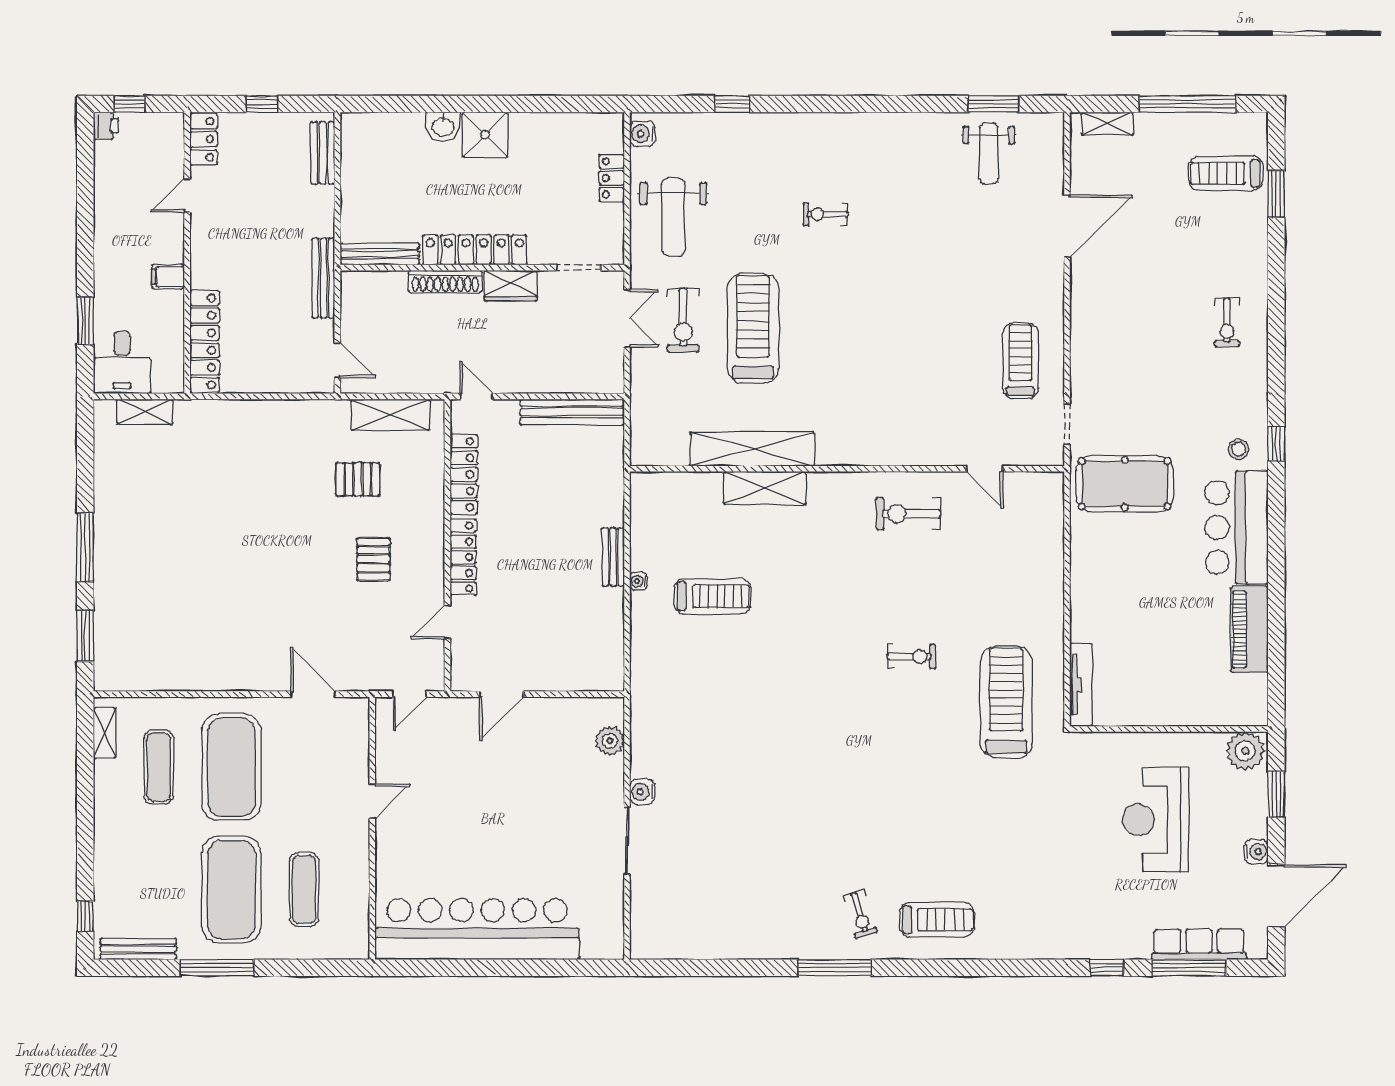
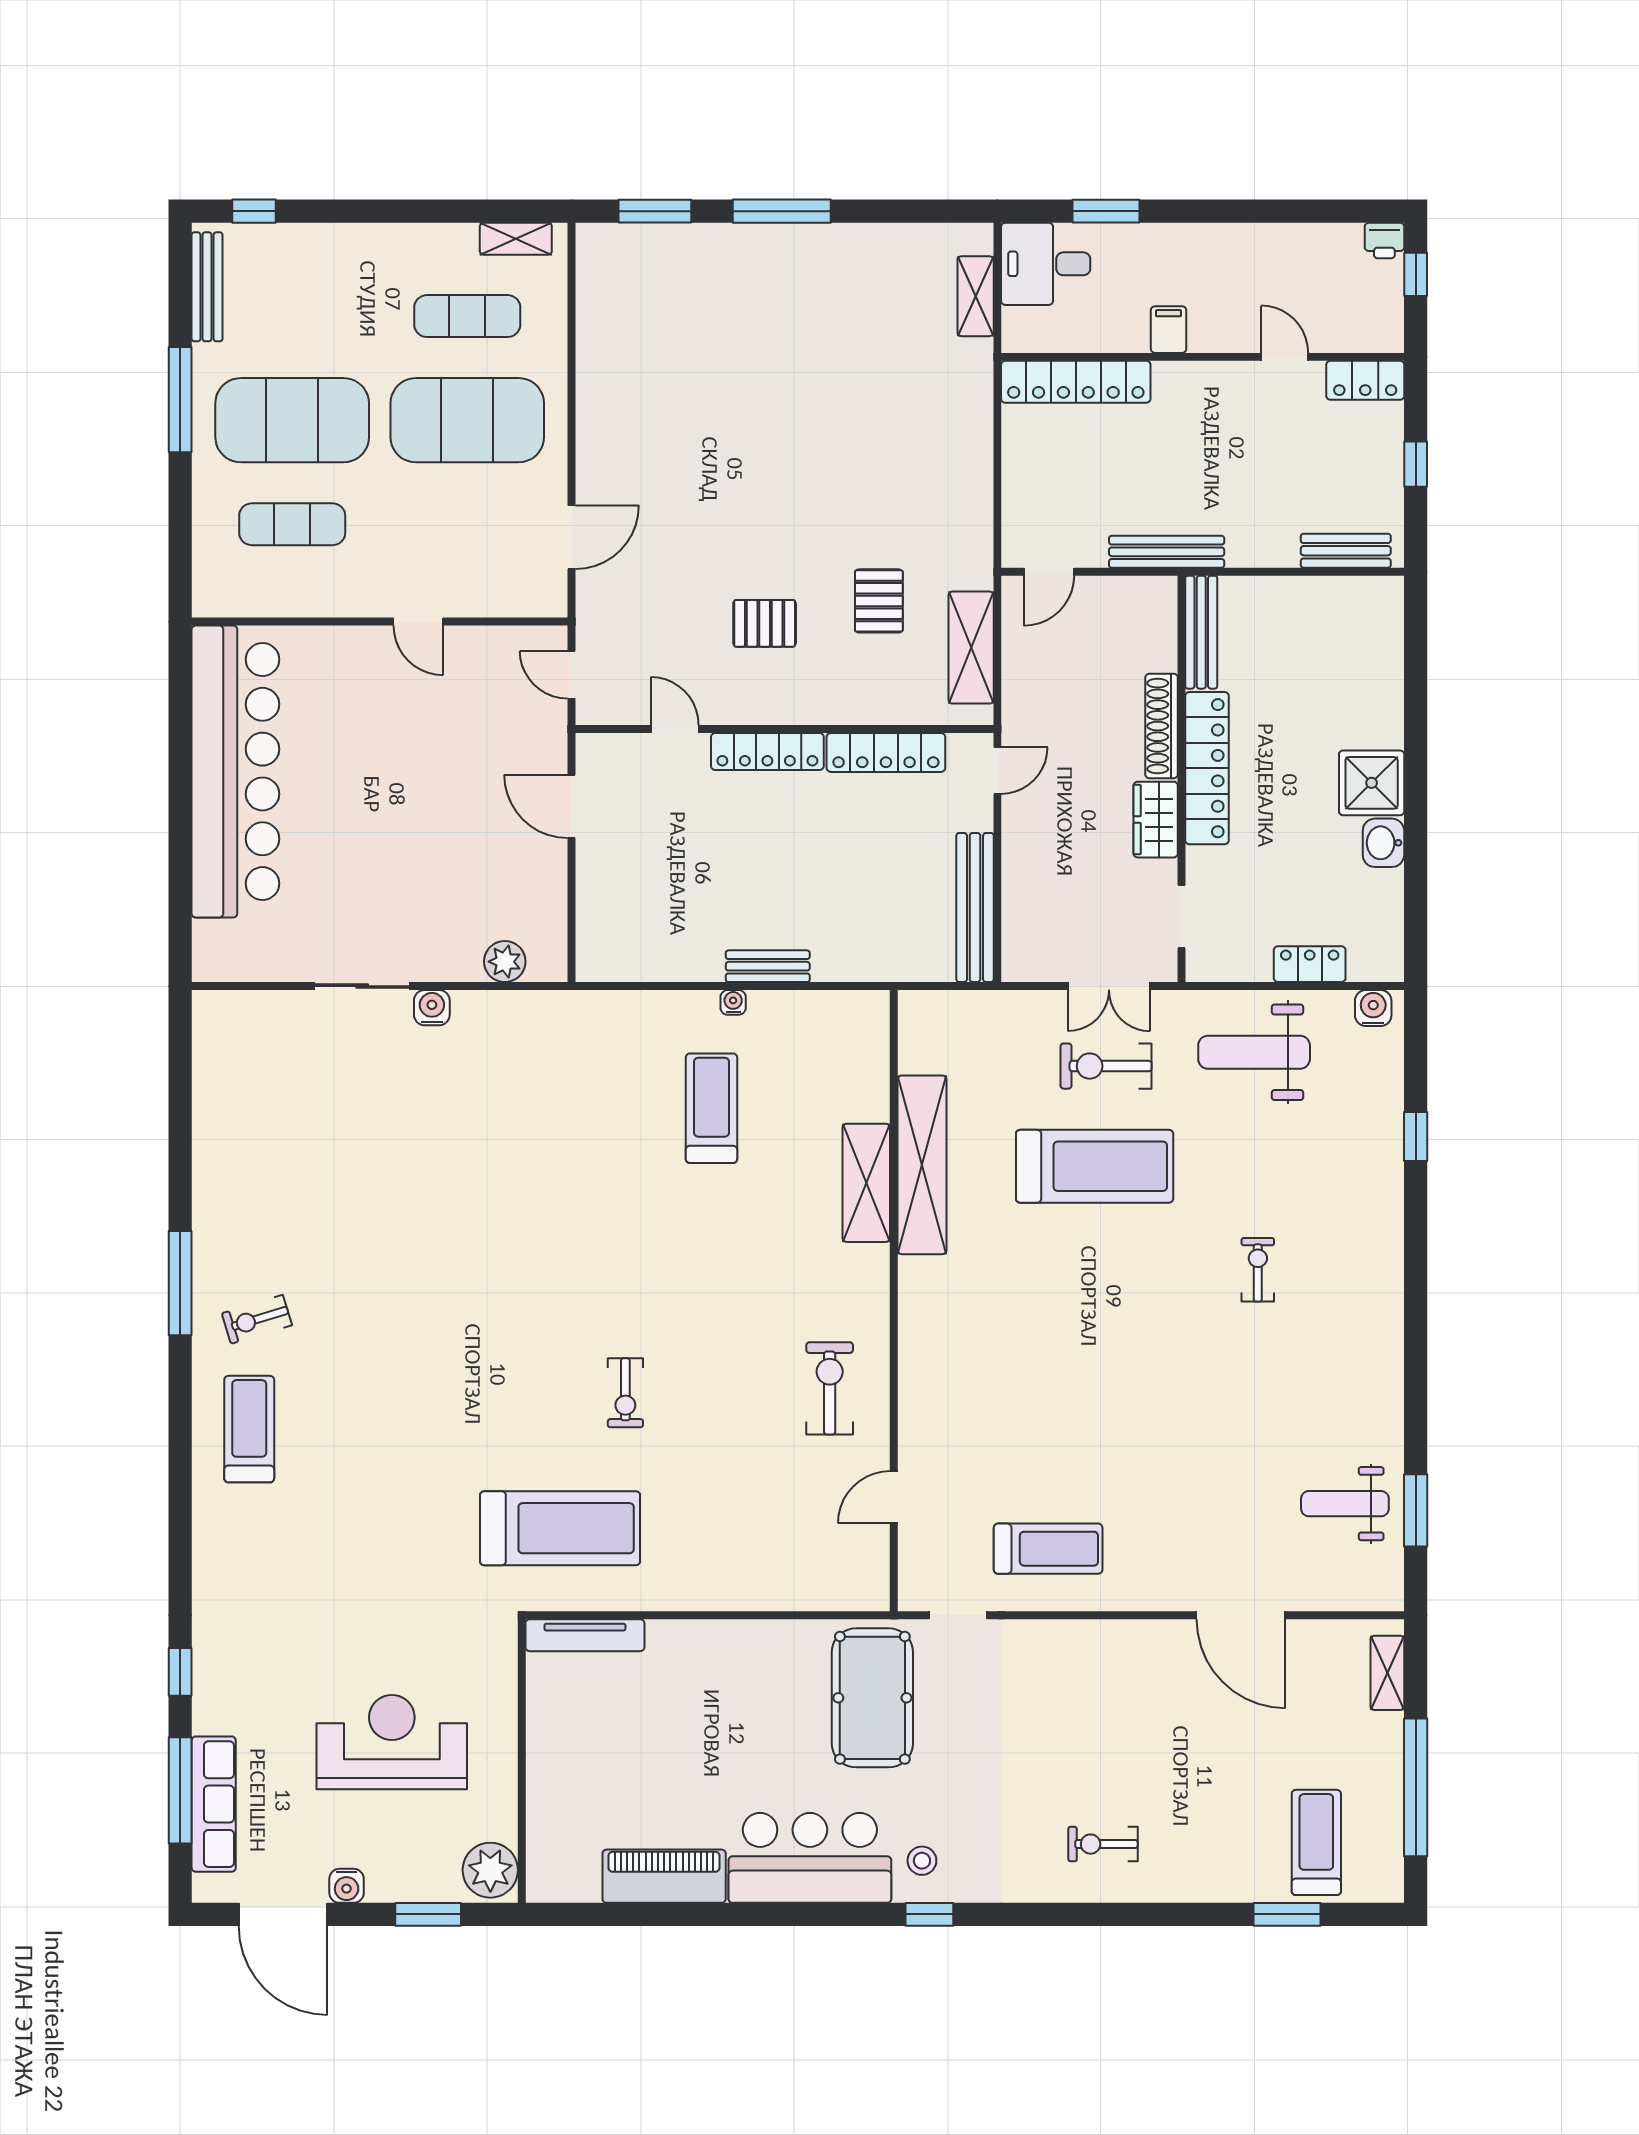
washbasin: (443, 126) -> (1383, 843), moved
treadmill: (712, 596) -> (711, 1108), turned 180
treadmill: (937, 919) -> (249, 1429), turned 180

